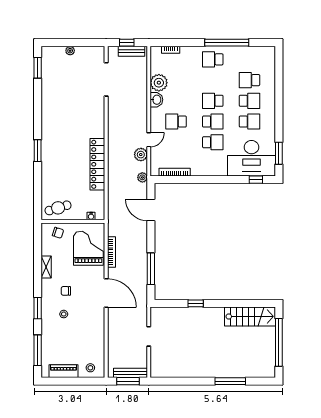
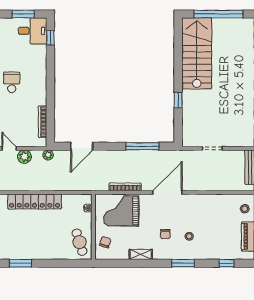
desk: (251, 158) -> (32, 31), width x0.53, depth x0.77
stairs: (250, 316) -> (197, 53), width x1.36, depth x1.51
window: (38, 350) -> (227, 263), width x0.46

